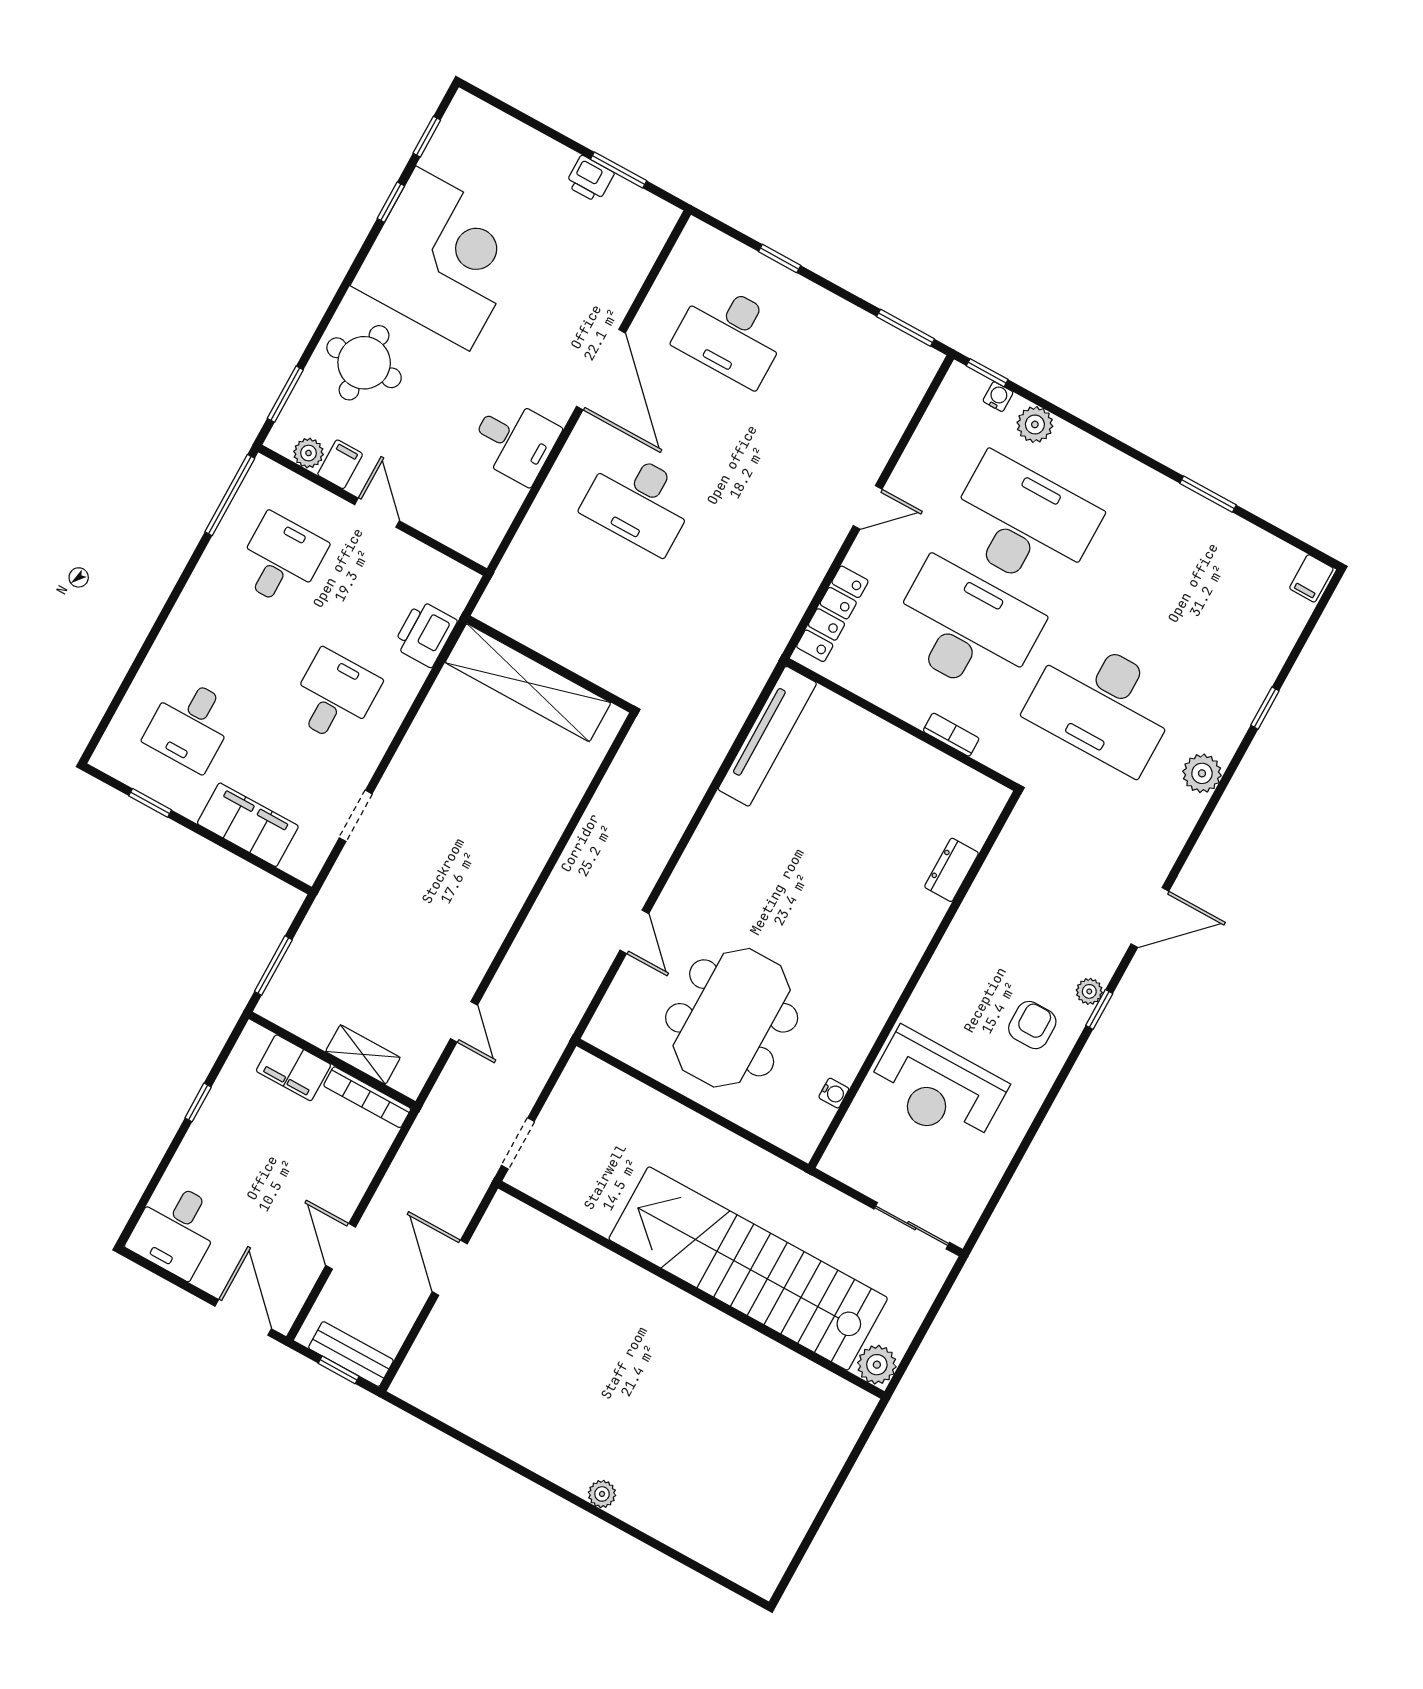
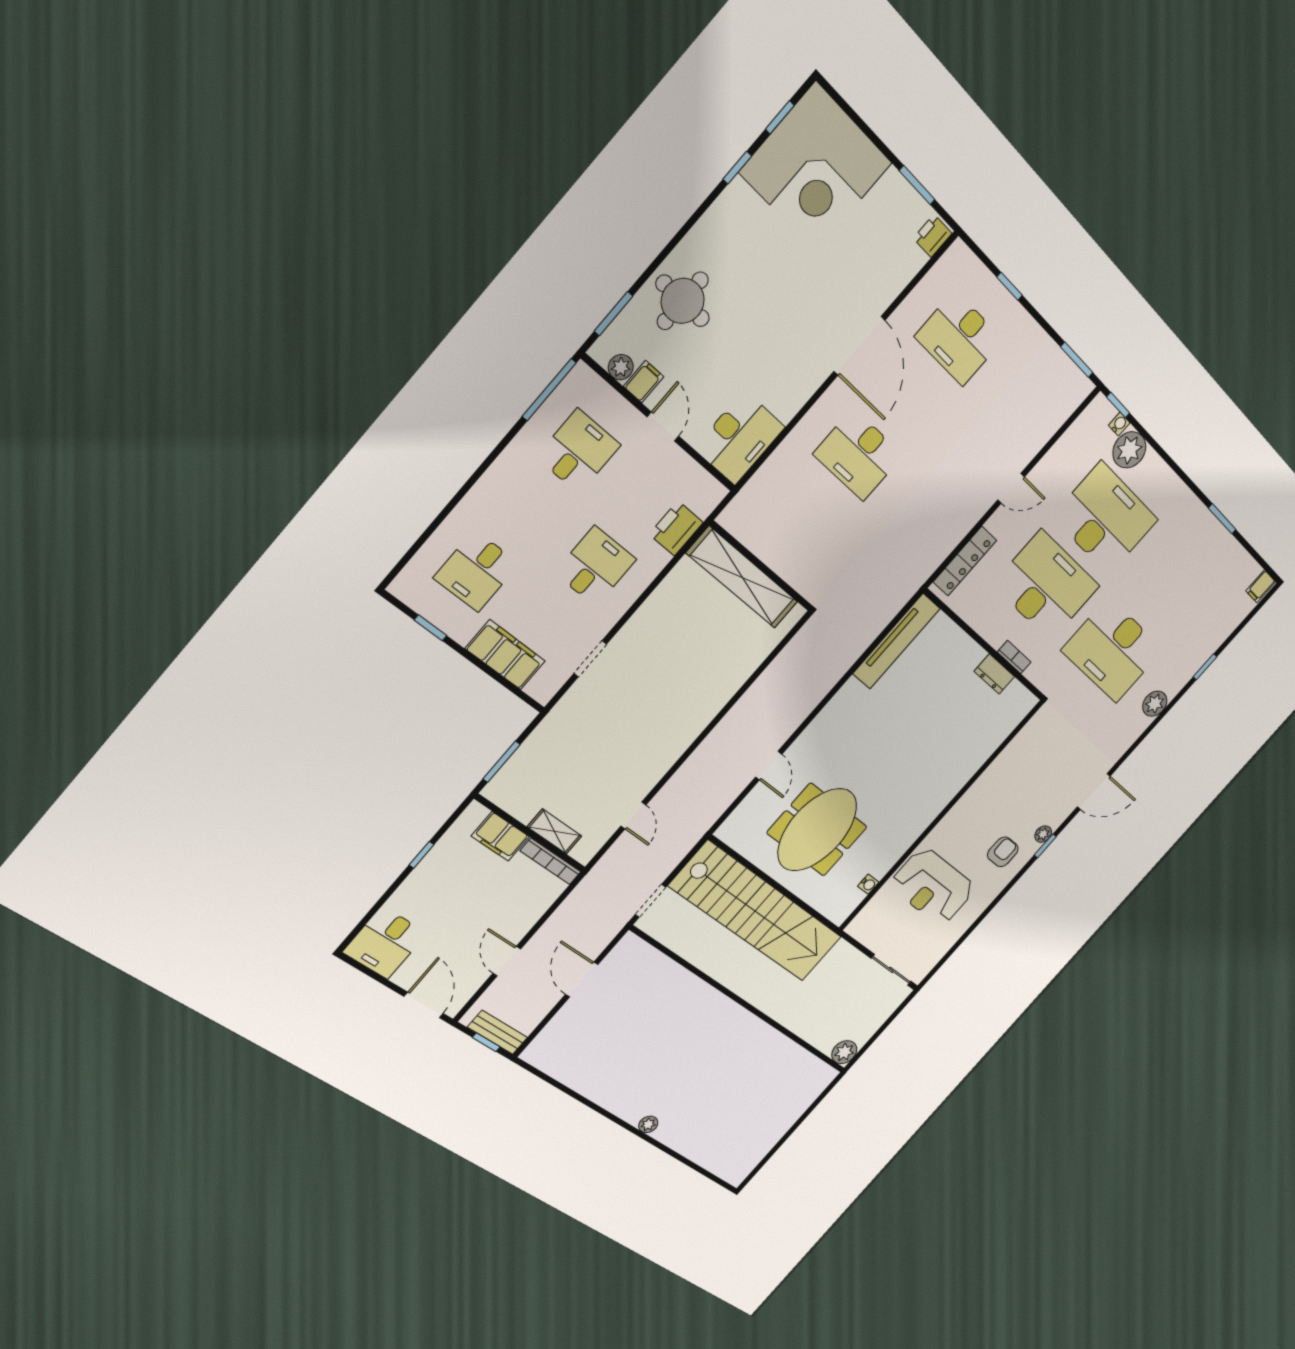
printer: (590, 179) -> (933, 236), moved, turned 90
corner desk: (443, 259) -> (816, 168), moved, turned 90
plant: (1035, 424) -> (1129, 450), width x1.36, depth x1.36
desk: (514, 441) -> (740, 438), moved, width x1.37
dresser: (951, 870) -> (994, 674), moved, turned -90
stairs: (748, 1268) -> (756, 912), moved, turned 180

